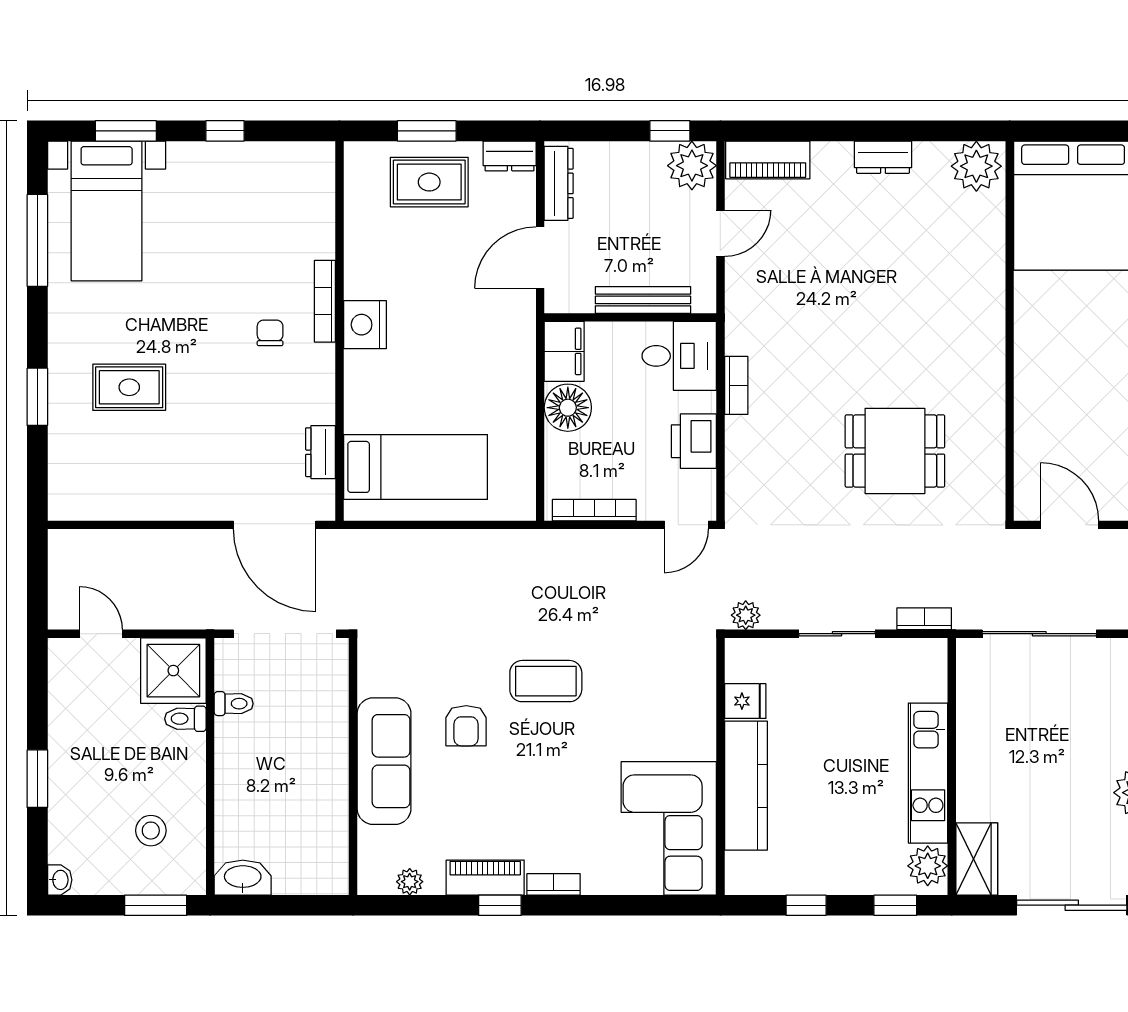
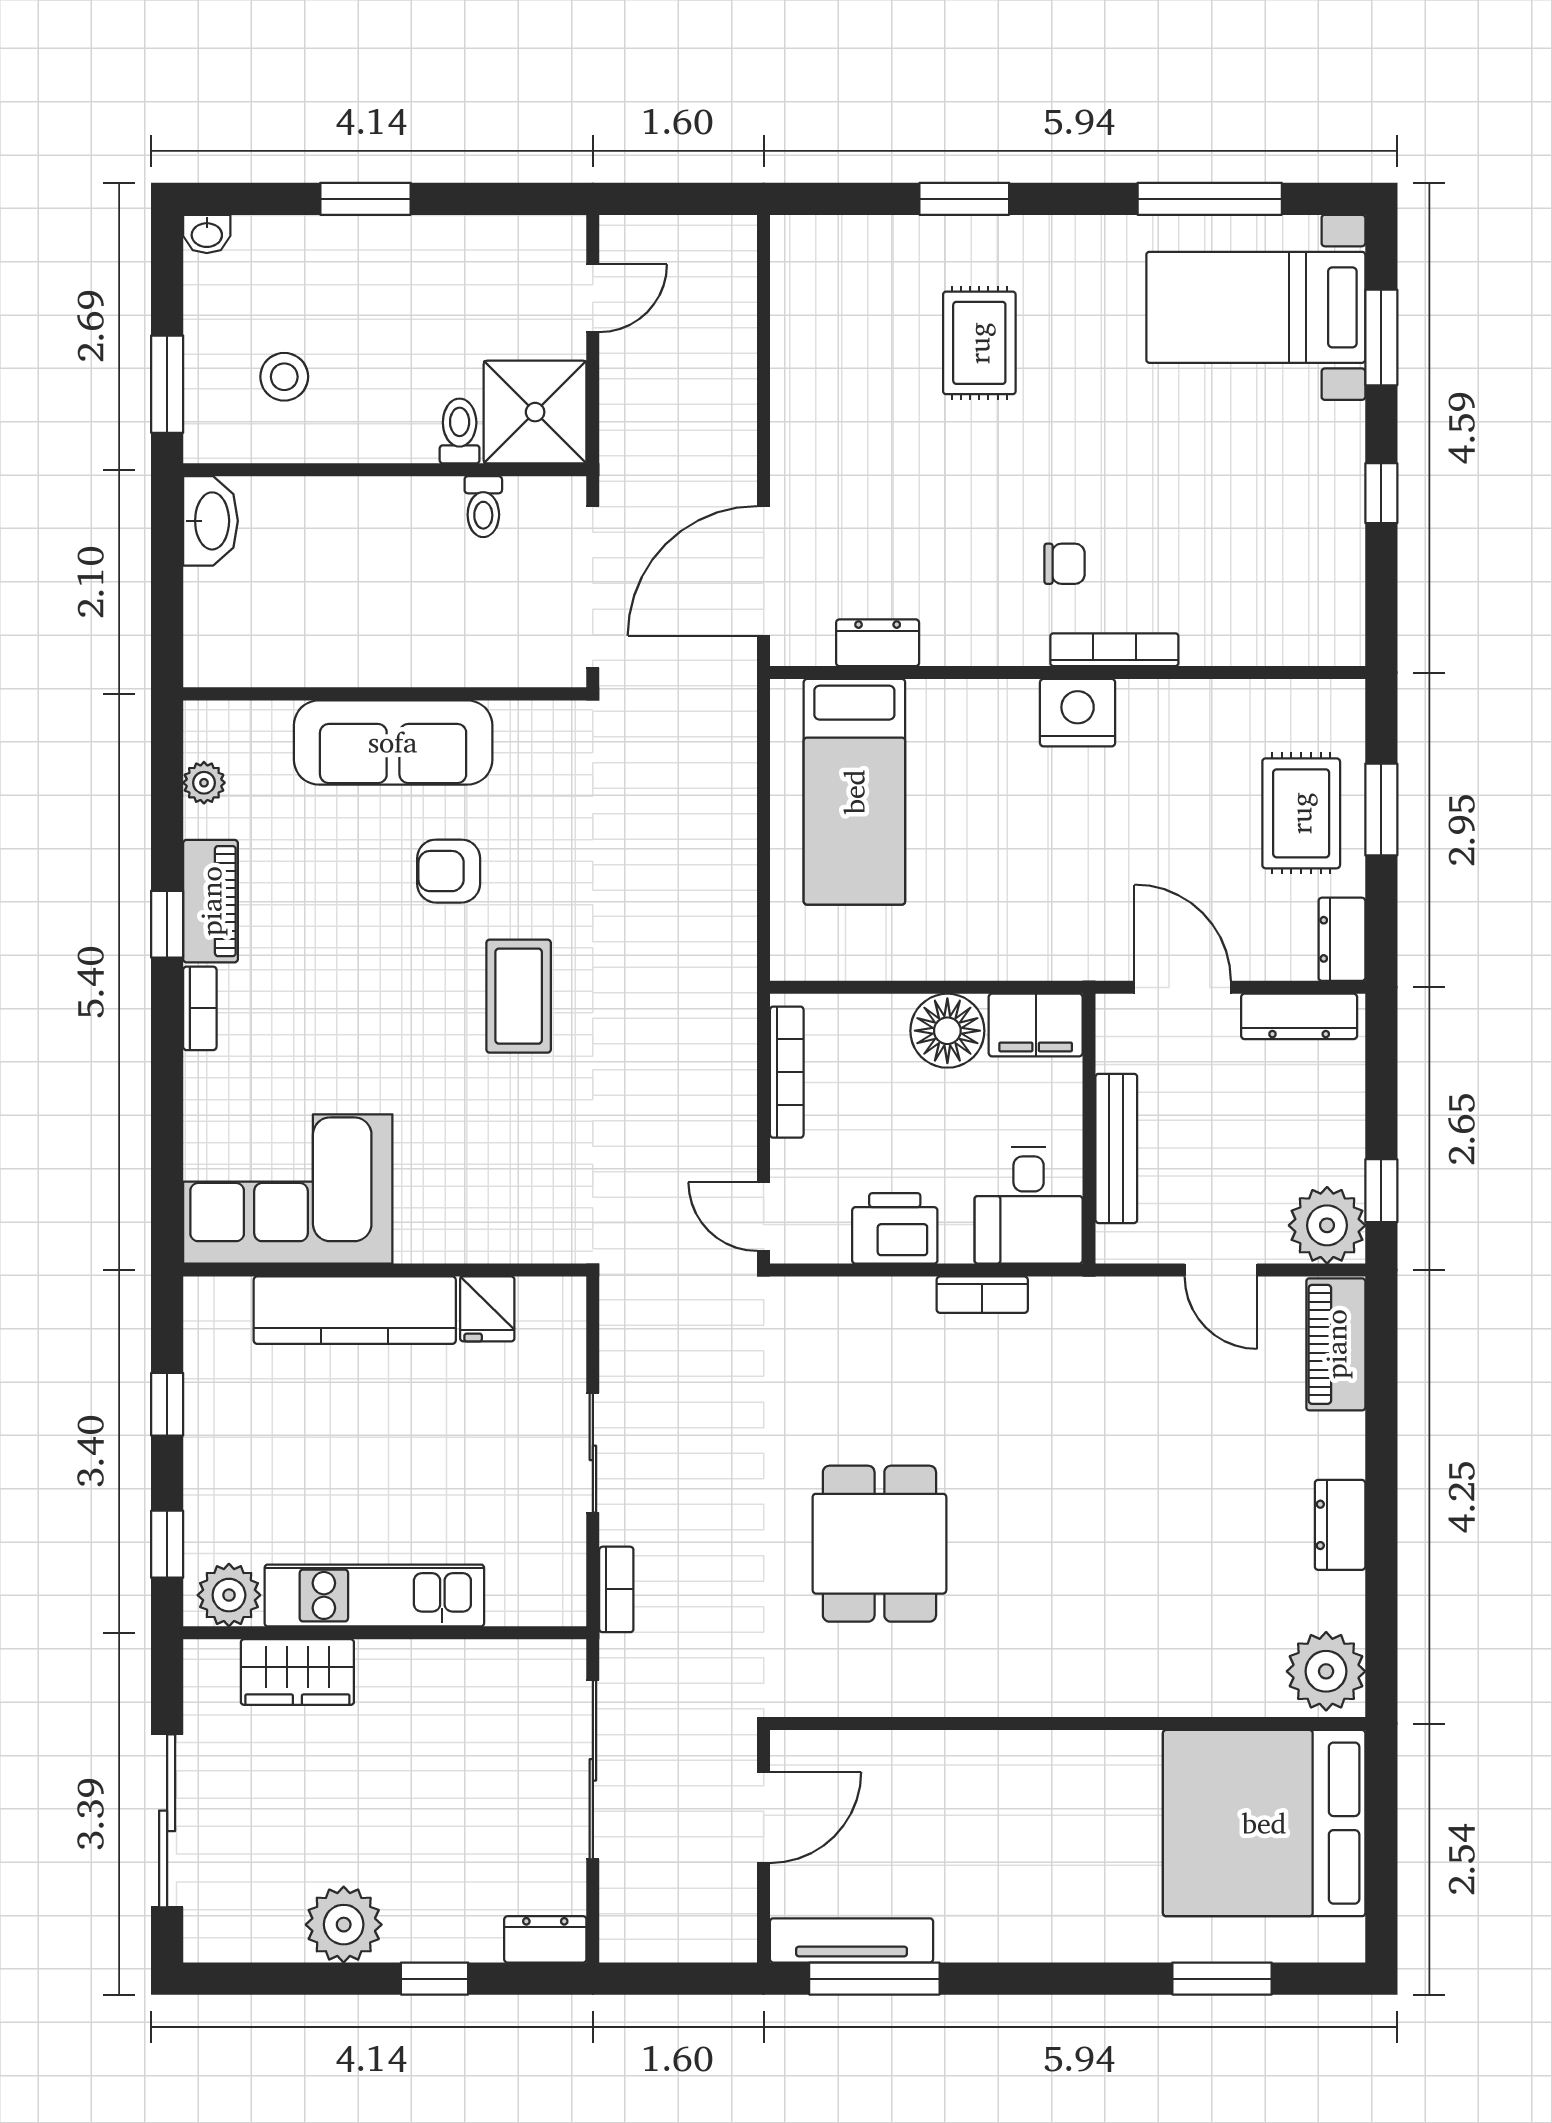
plant: (746, 615) -> (622, 1310), removed
wardrobe: (977, 859) -> (297, 1672), moved

